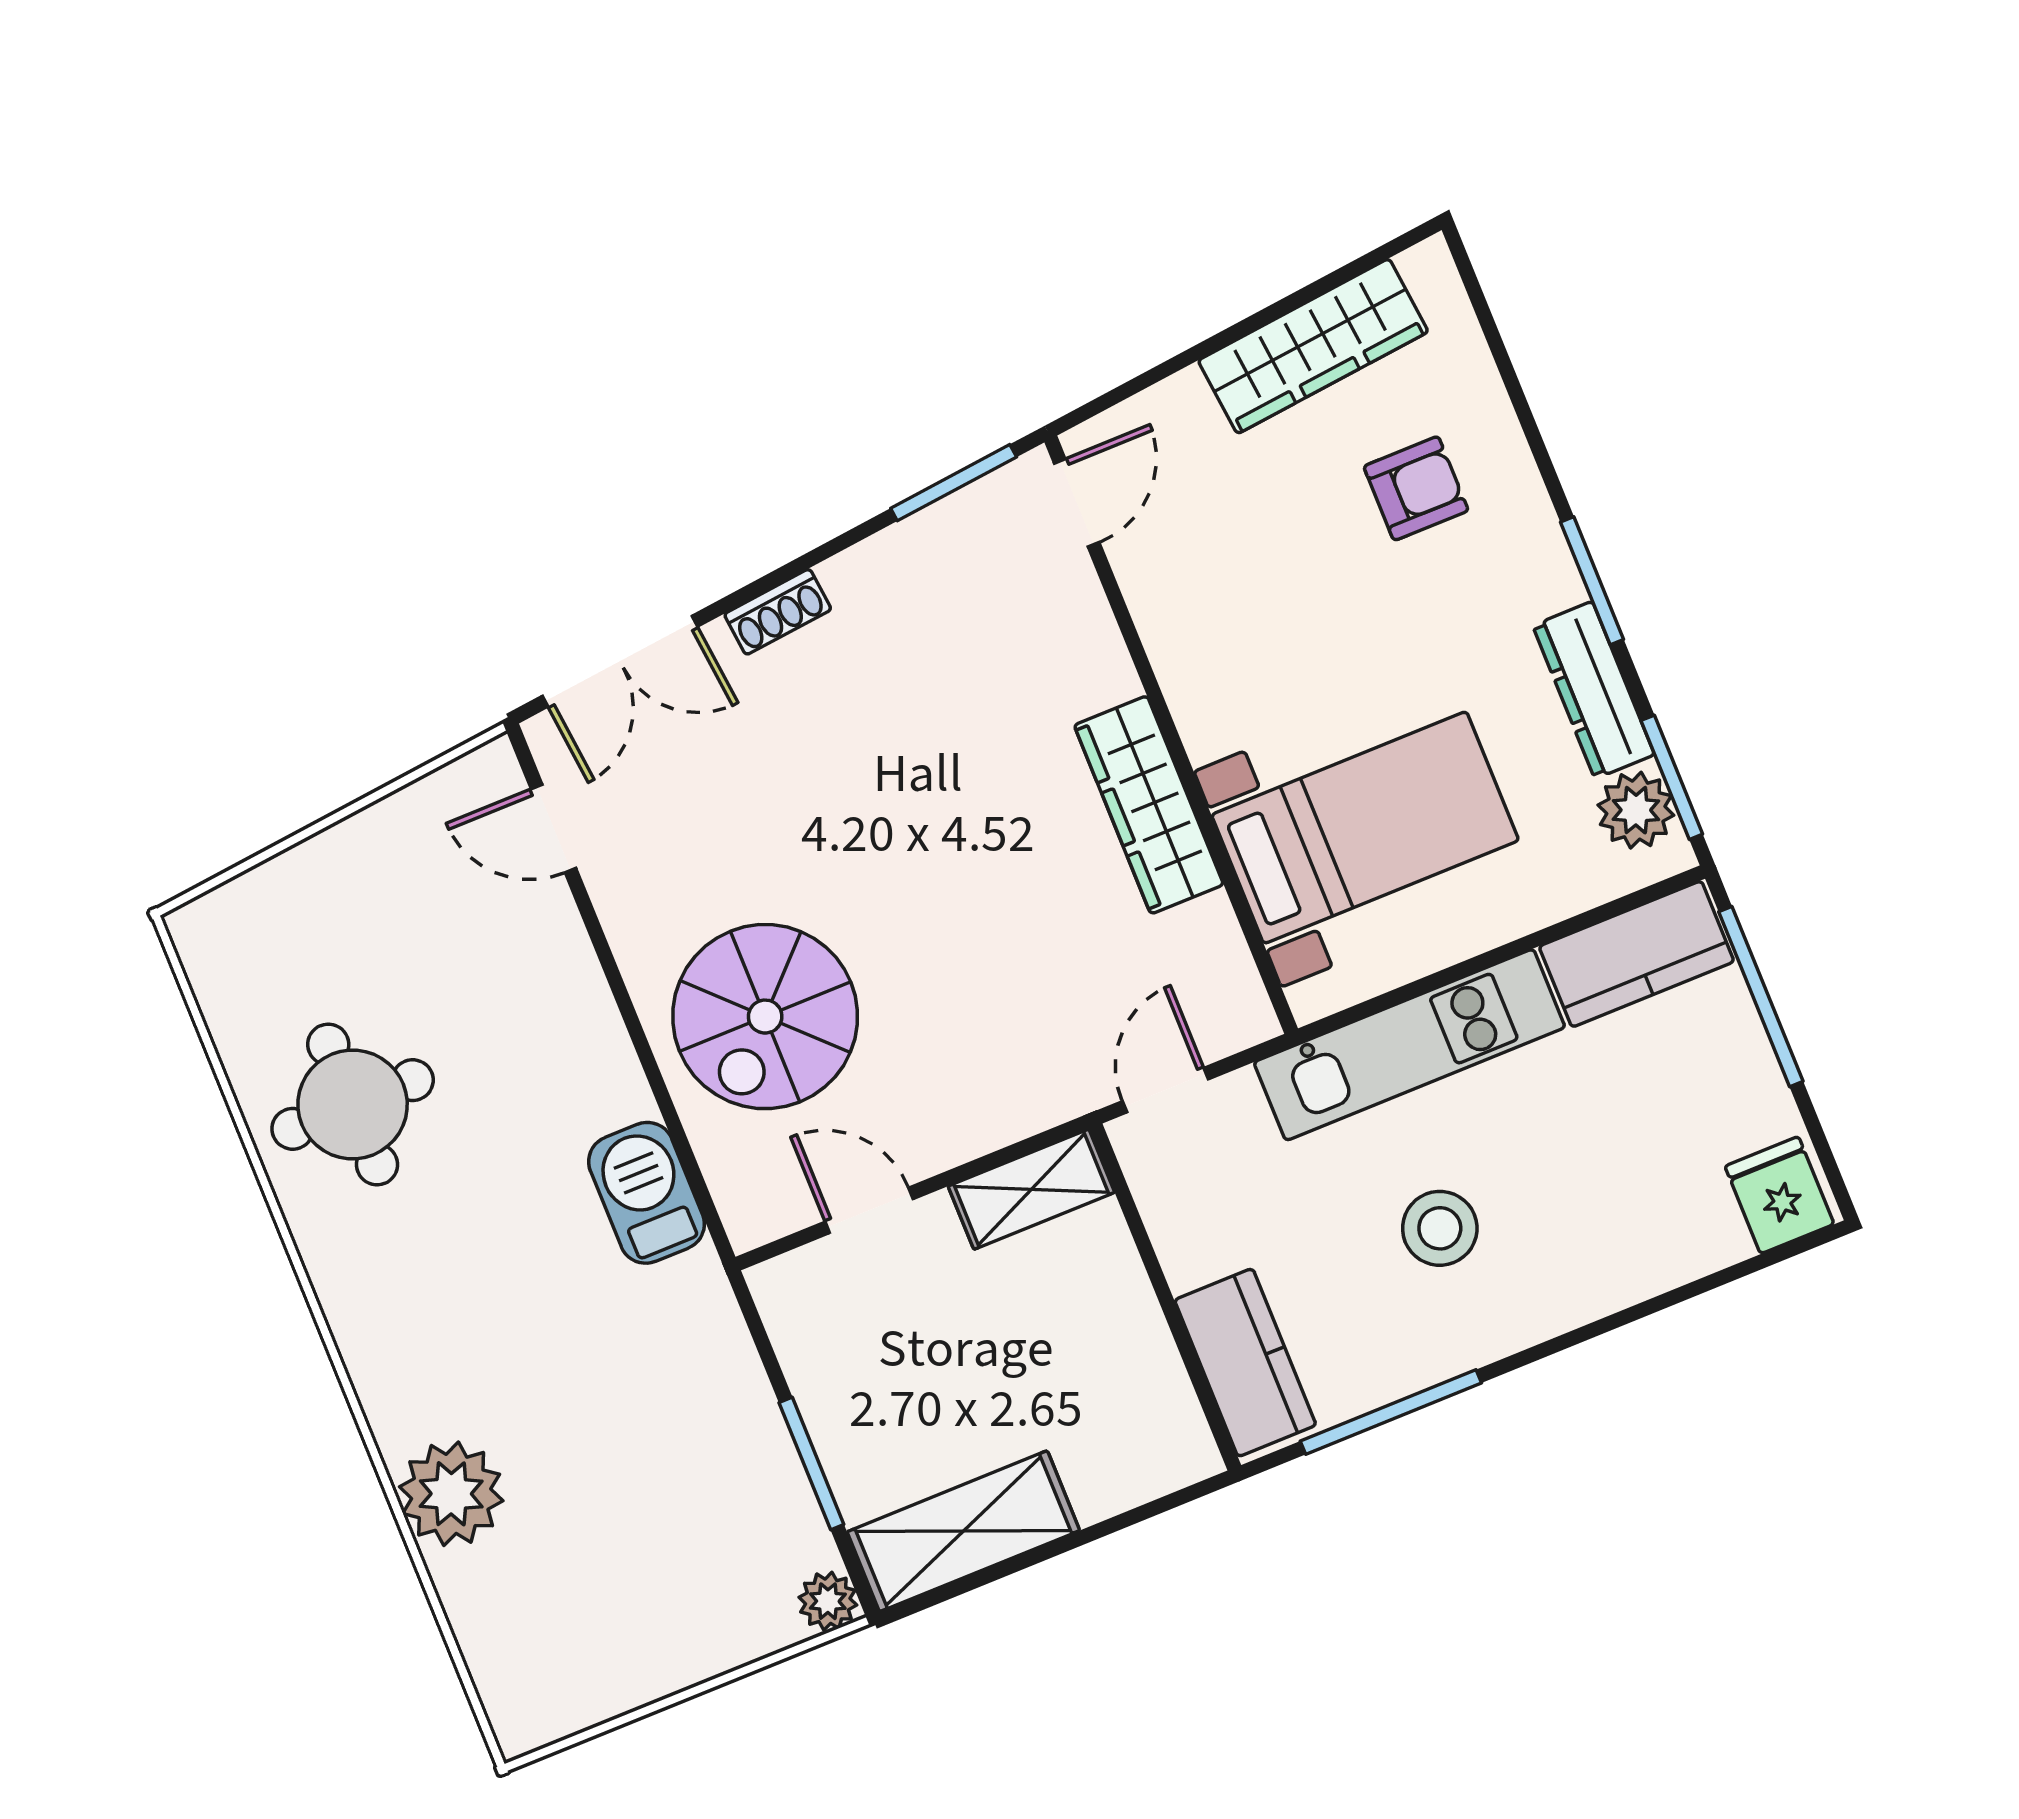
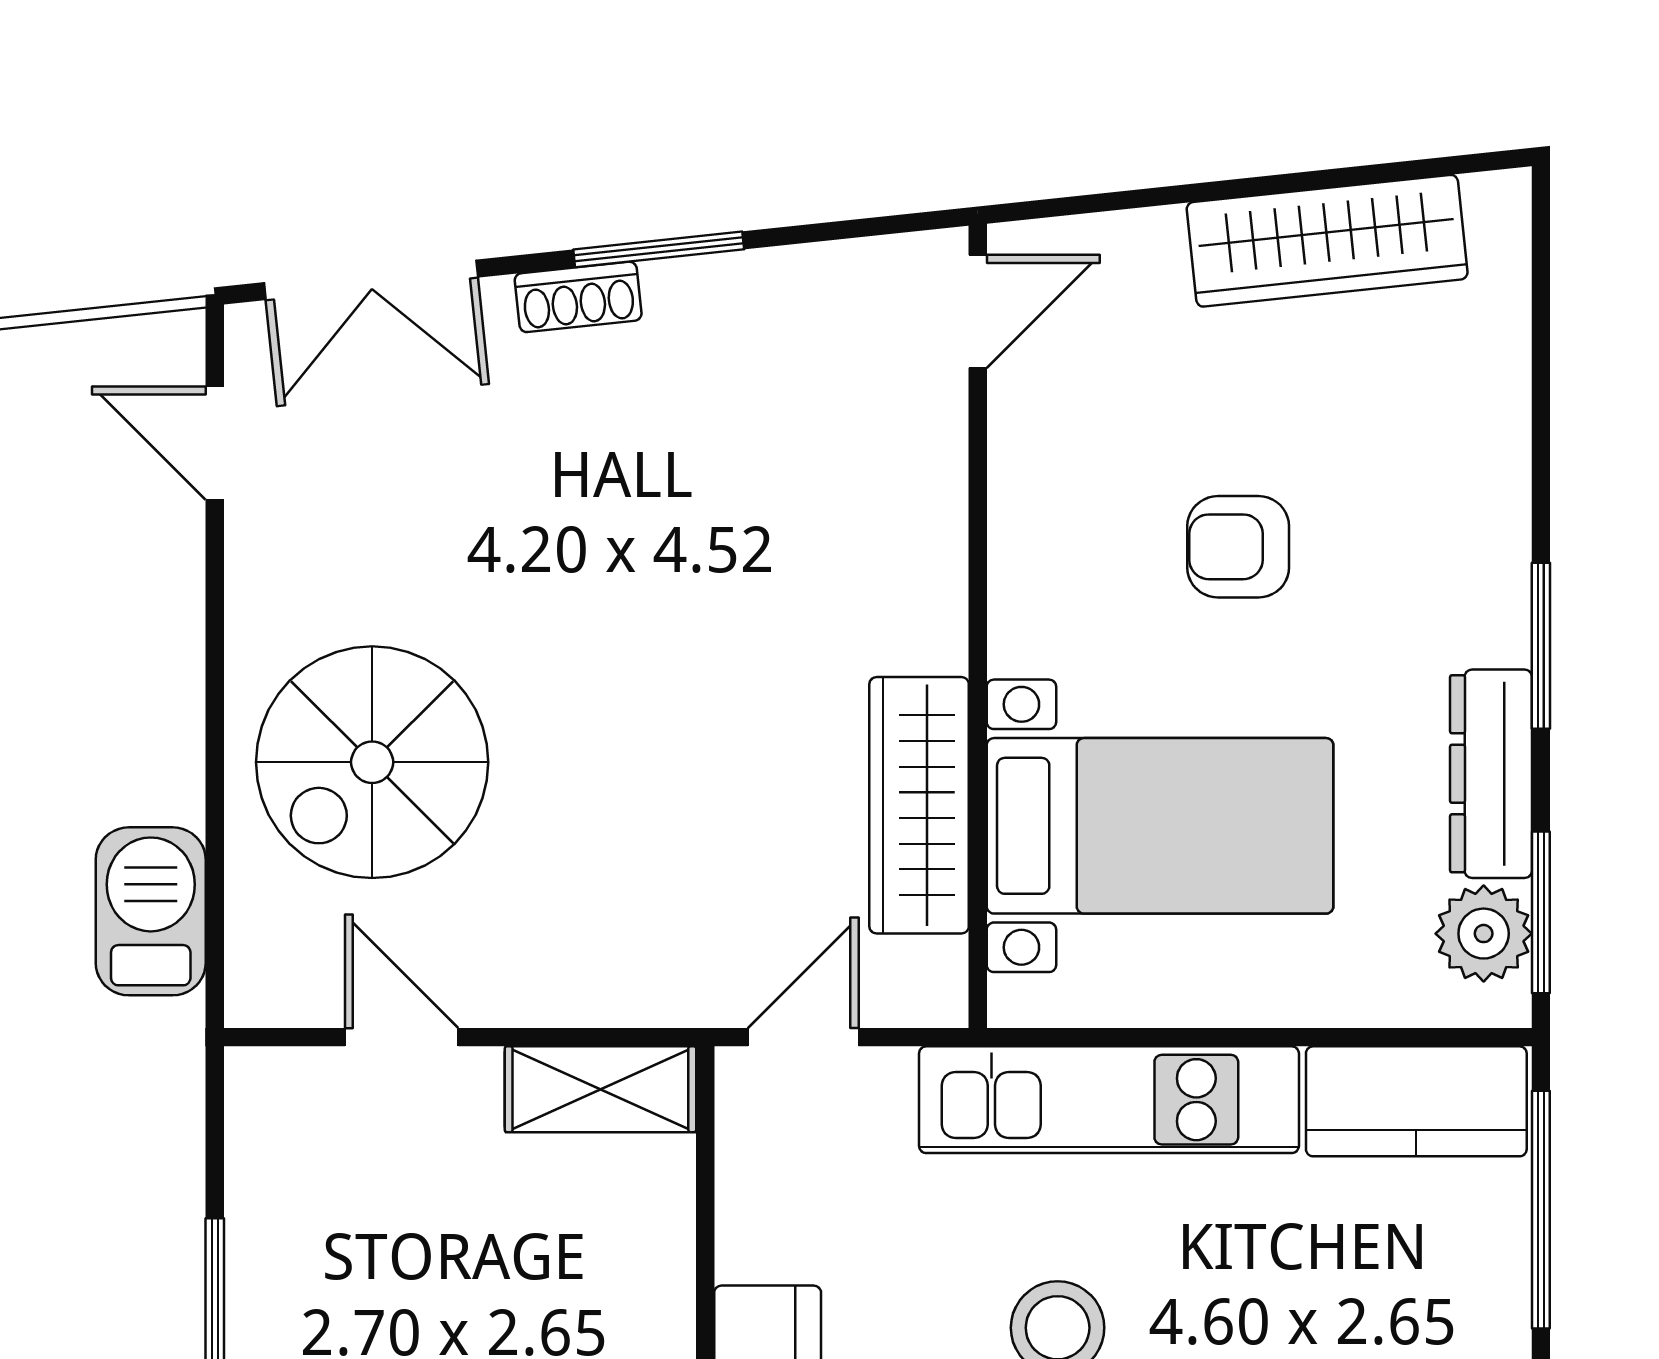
window: (954, 483) -> (659, 249), moved
armchair: (1416, 488) -> (1238, 547), moved, turned 180
wardrobe: (1149, 805) -> (919, 805), moved

